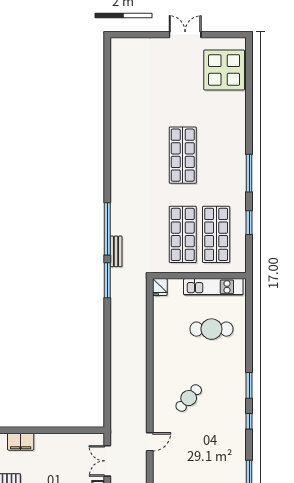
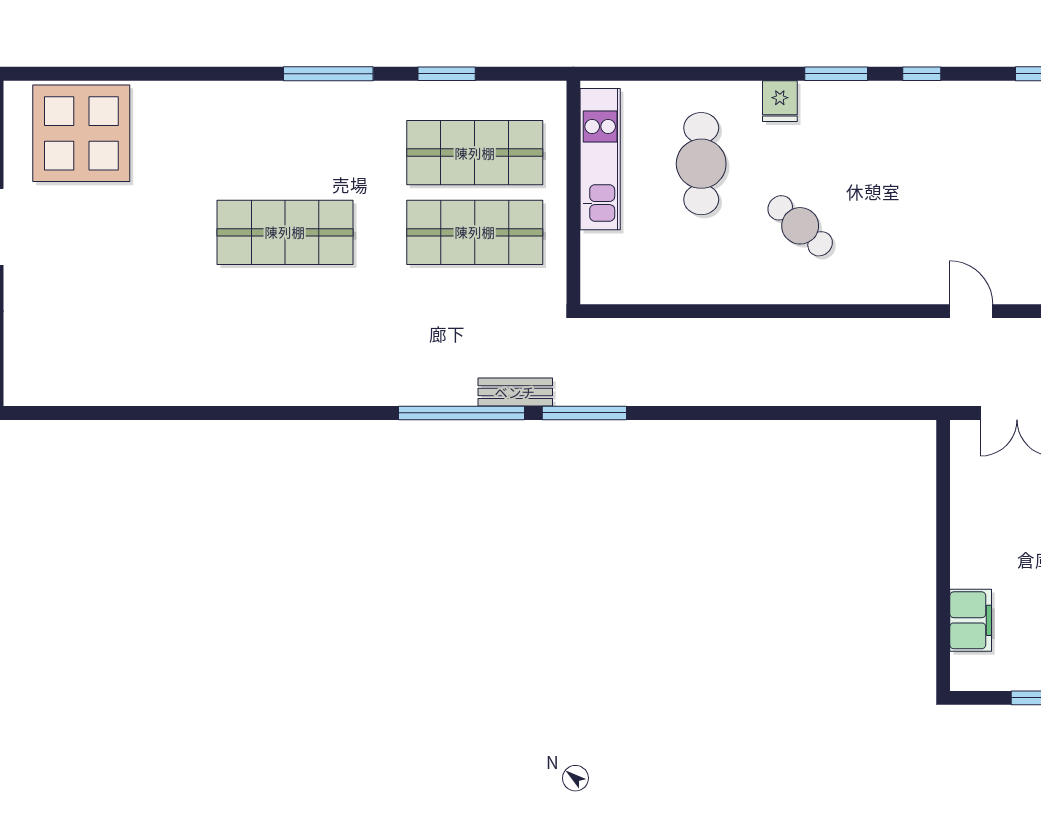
fridge: (160, 287) -> (780, 101), moved, turned 90
cafe table: (189, 398) -> (800, 226), moved

